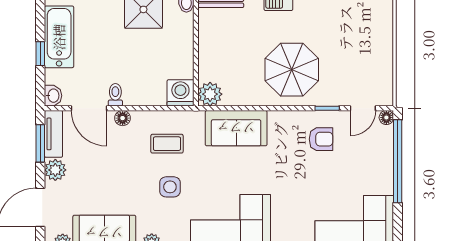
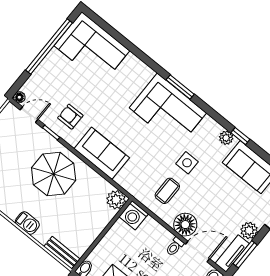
door: (89, 108) -> (198, 252), hinge flipped
floor lamp: (123, 118) -> (185, 225), width x1.89, depth x1.89
sofa: (236, 128) -> (102, 153), moved
coffee table: (167, 144) -> (167, 191), turned 90
window: (398, 161) -> (49, 47), moved

